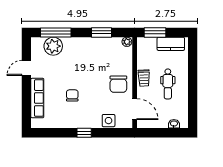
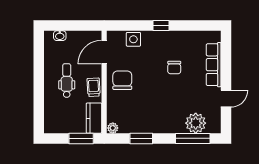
kitchen counter: (171, 44) -> (94, 118), moved, turned -90
door: (135, 109) -> (104, 52), hinge flipped

